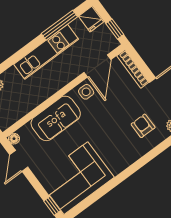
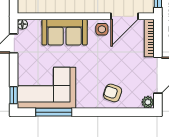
armchair: (143, 126) -> (113, 93), moved, turned -71
window: (98, 195) -> (54, 112), added

